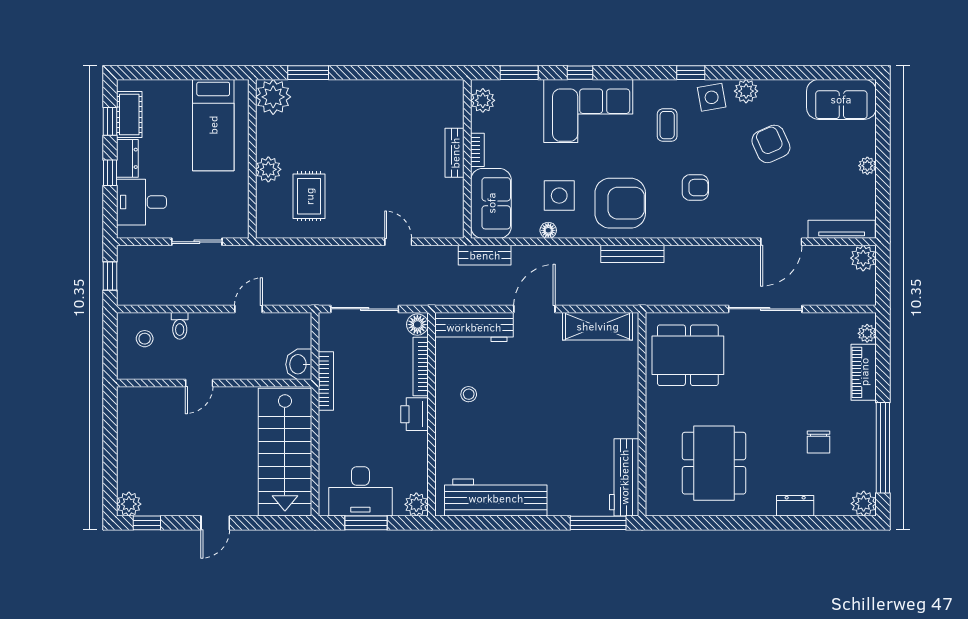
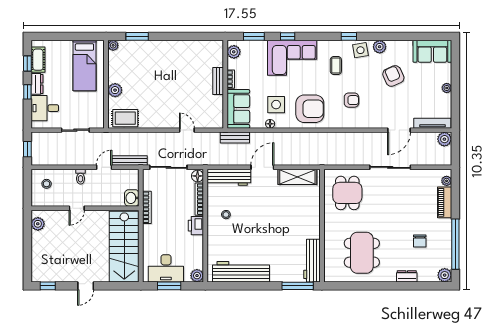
plant: (273, 97) -> (113, 45), width x0.53, depth x0.53
rug: (309, 196) -> (125, 118), moved, turned 90
bench: (632, 254) -> (130, 161), moved
toilet: (180, 326) -> (81, 177), moved
dining table: (688, 355) -> (347, 193), width x0.73
plant: (129, 504) -> (38, 224), moved

